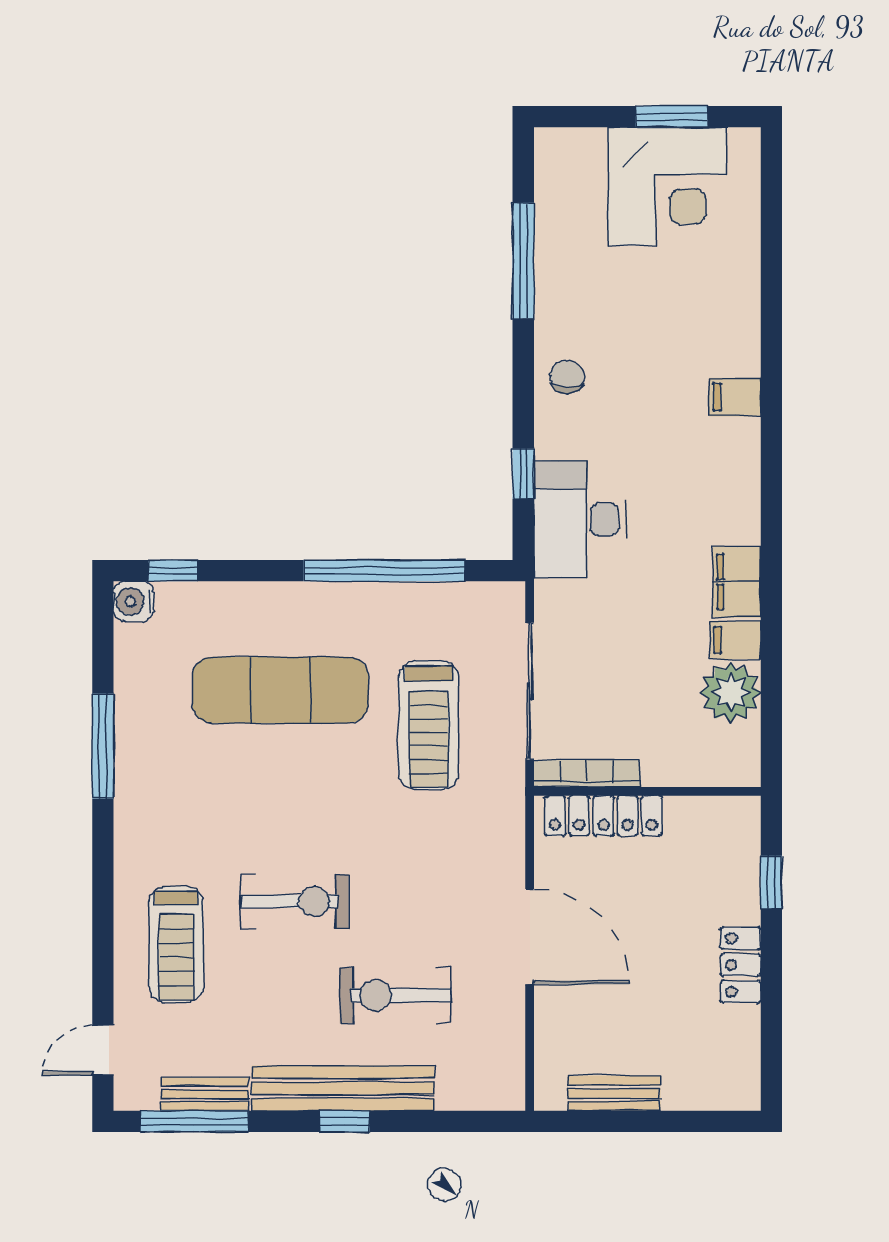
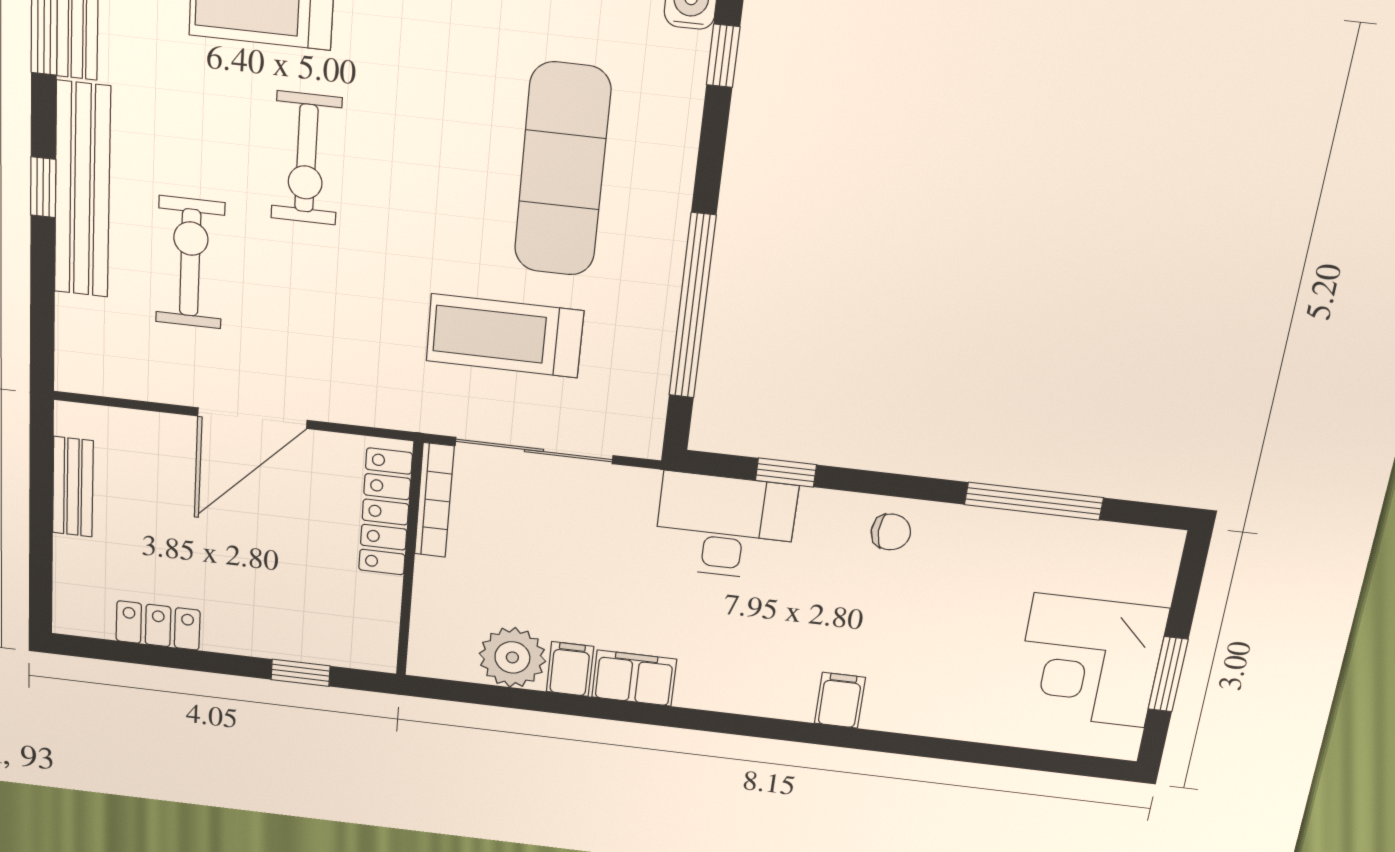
locker: (741, 965) -> (158, 626), moved

